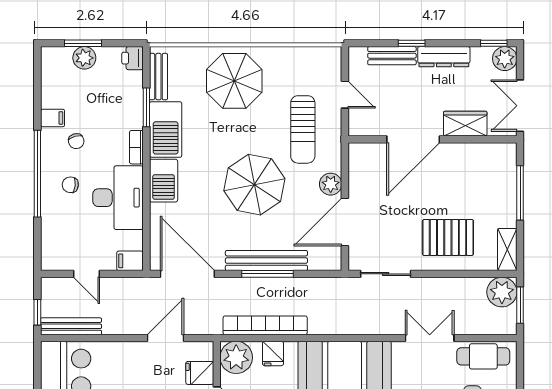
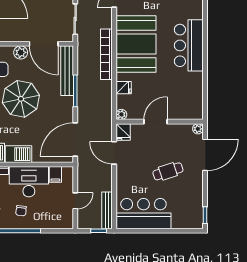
filing cabinet: (130, 261) -> (55, 174), moved
bench: (266, 261) -> (67, 71), moved
bookcase: (265, 325) -> (106, 54), moved
plant: (236, 357) -> (121, 114), width x0.53, depth x0.53
fridge: (200, 373) -> (123, 132), moved

